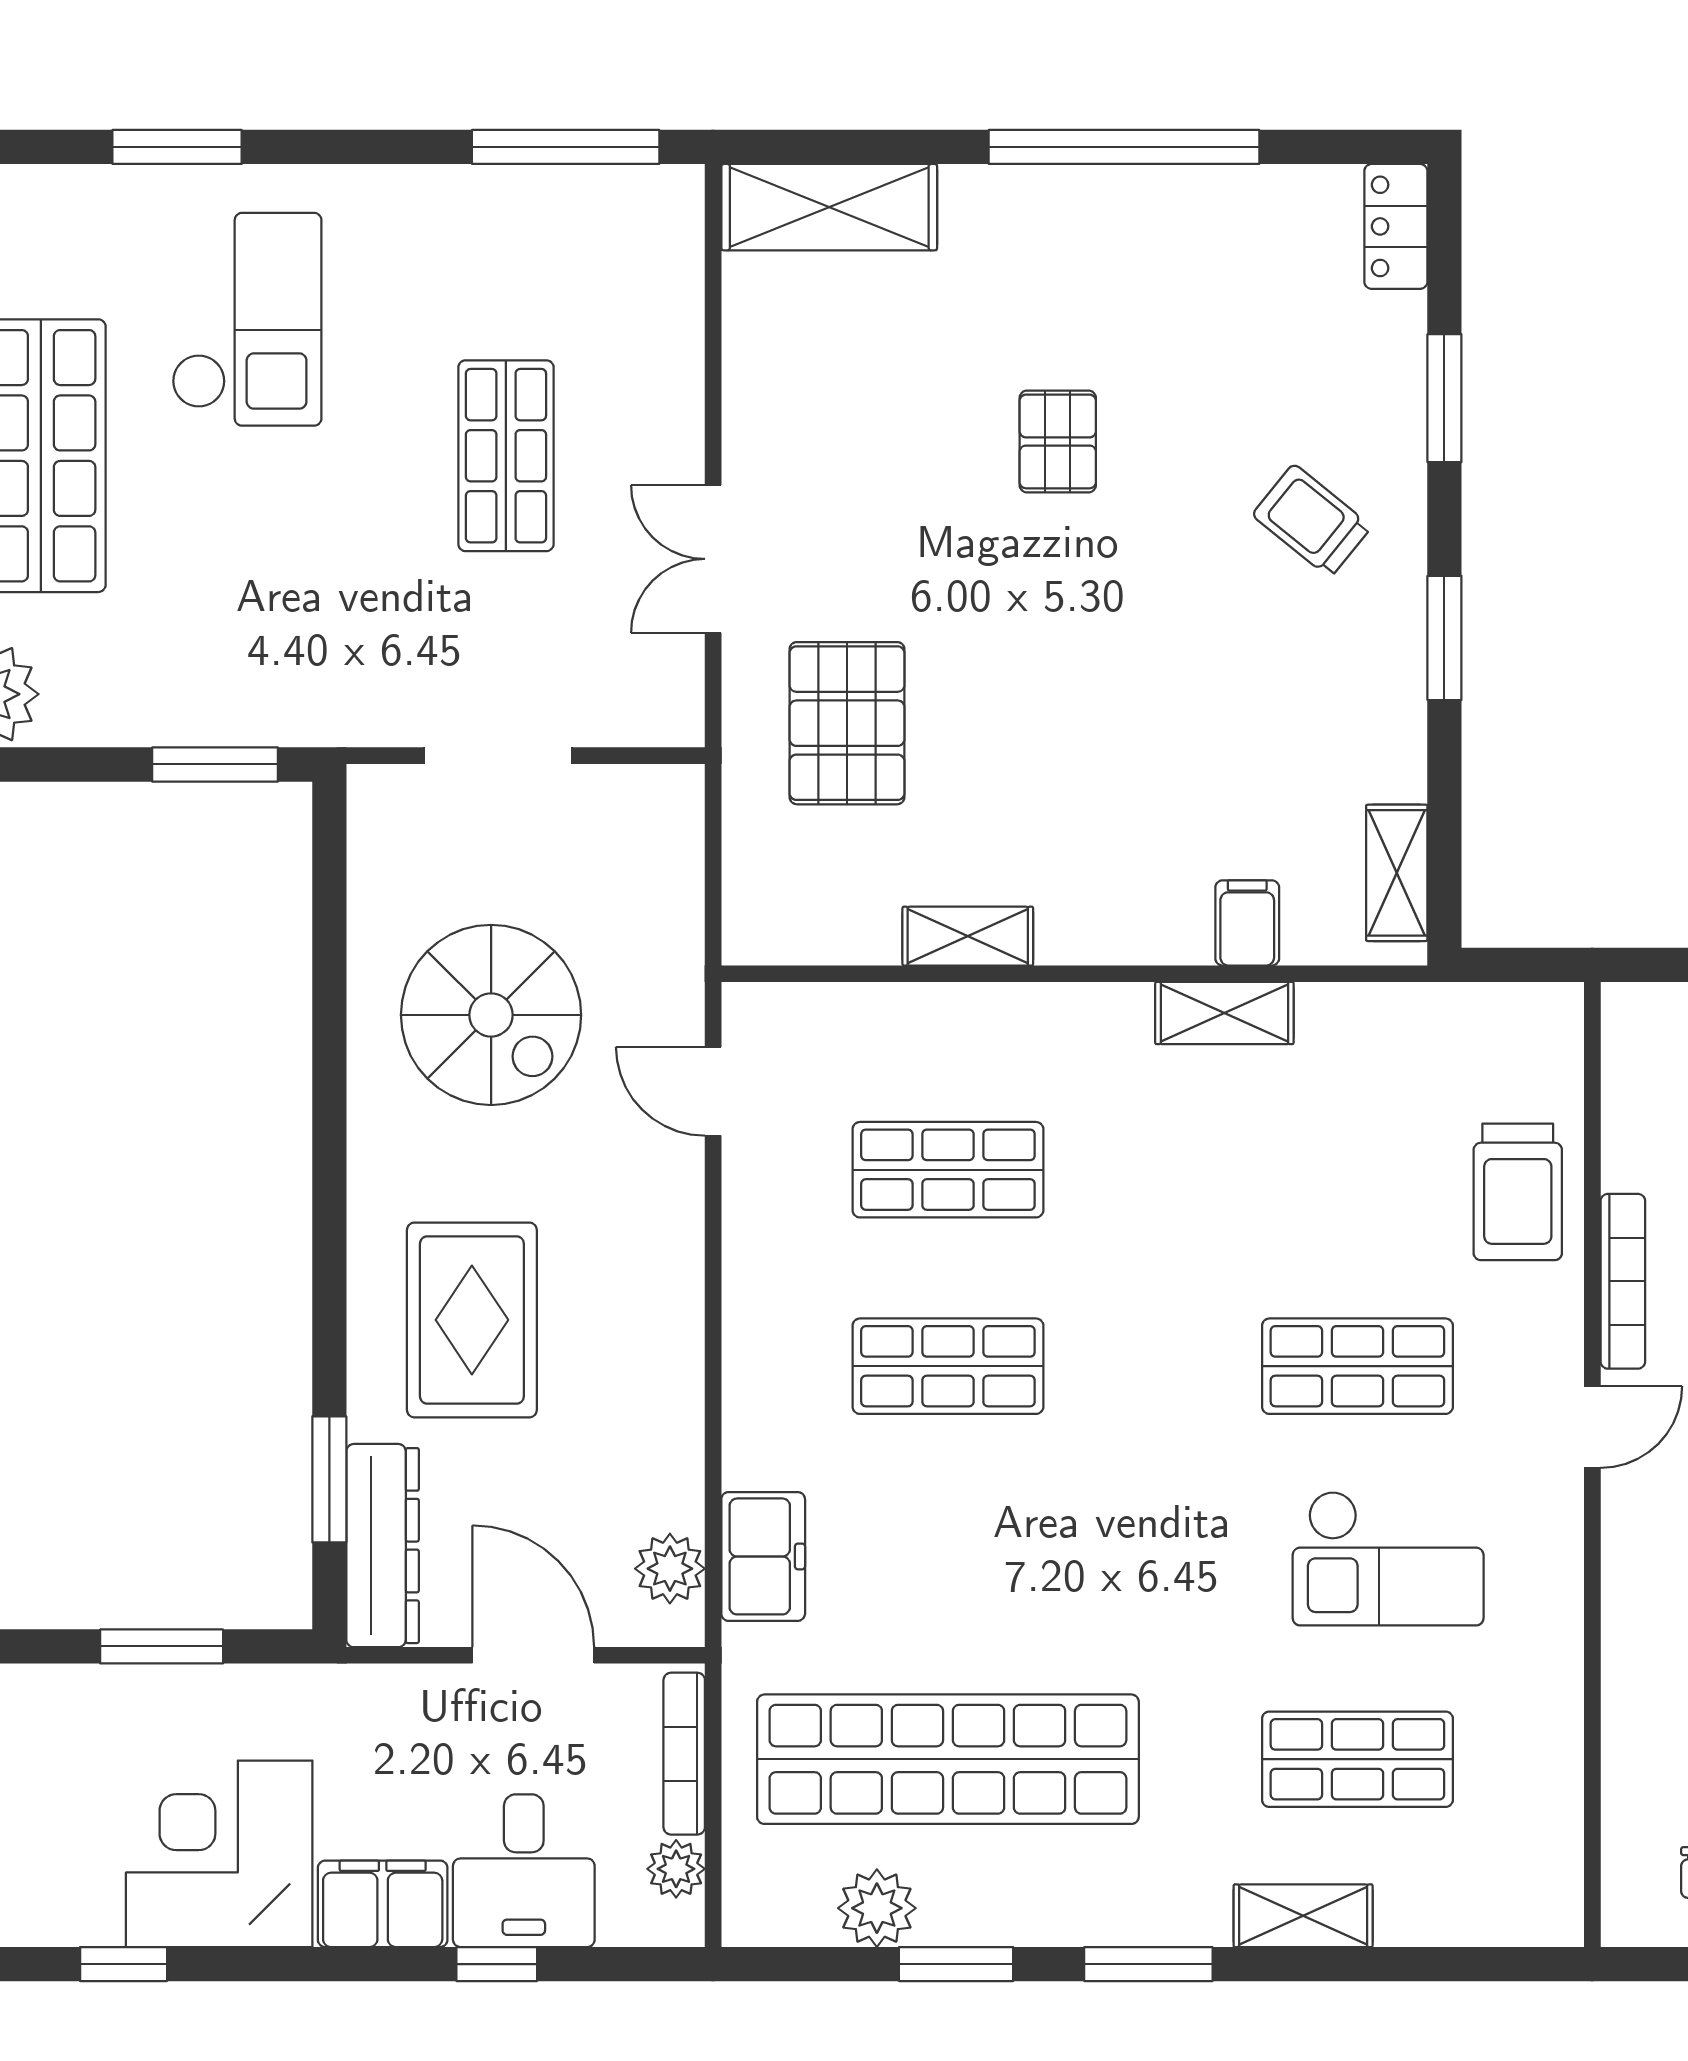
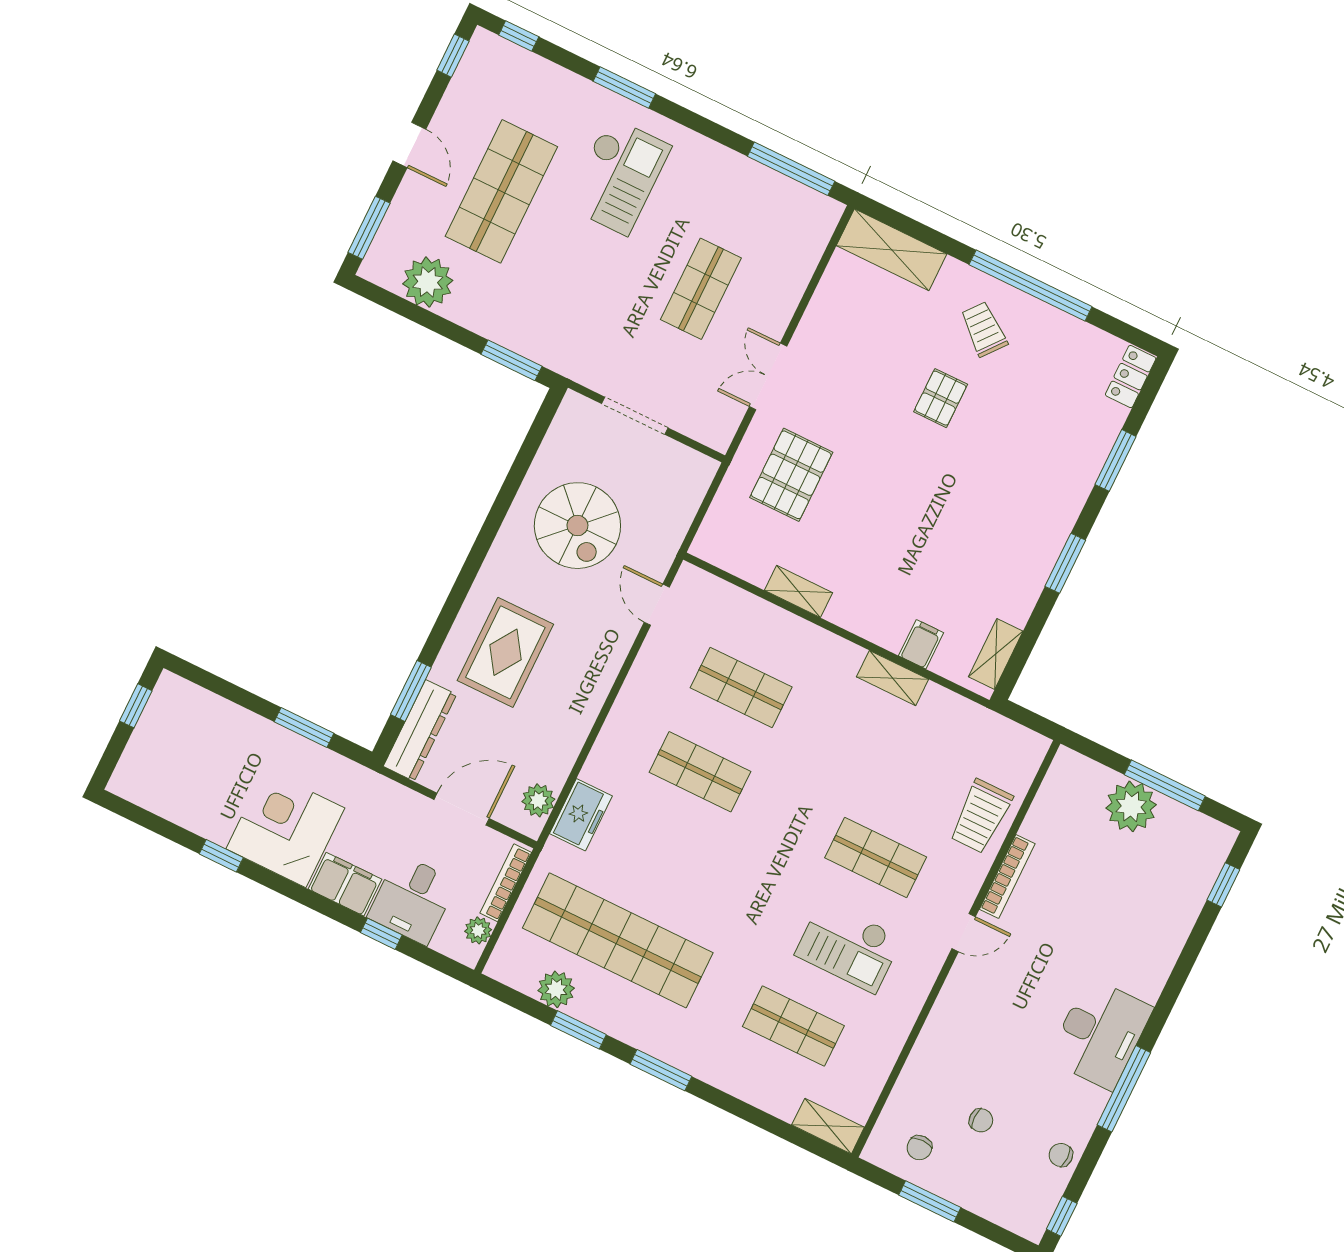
trolley: (1312, 521) -> (984, 329), moved
door: (533, 1655) -> (462, 809), hinge flipped
shelving: (1303, 1916) -> (828, 1126), moved

